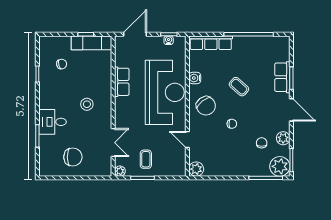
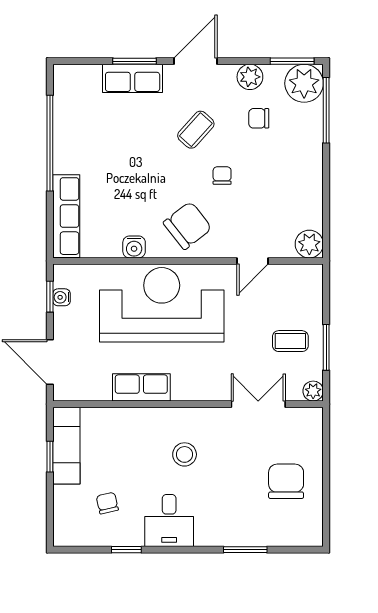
coffee table: (239, 87) -> (196, 130), moved
desk: (53, 122) -> (169, 521), moved

